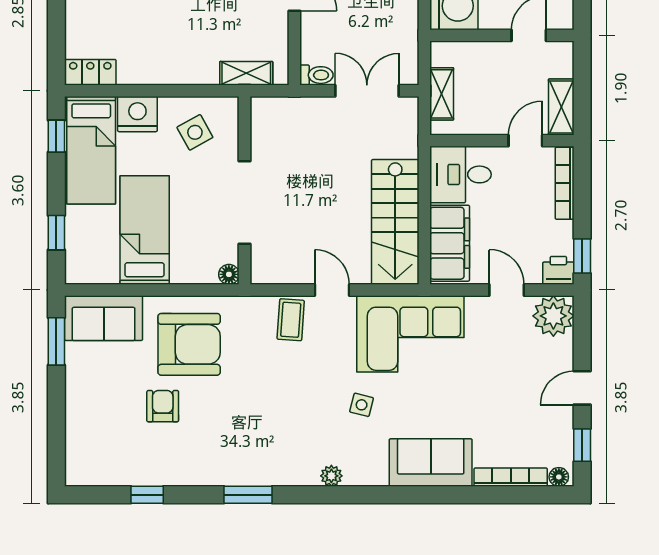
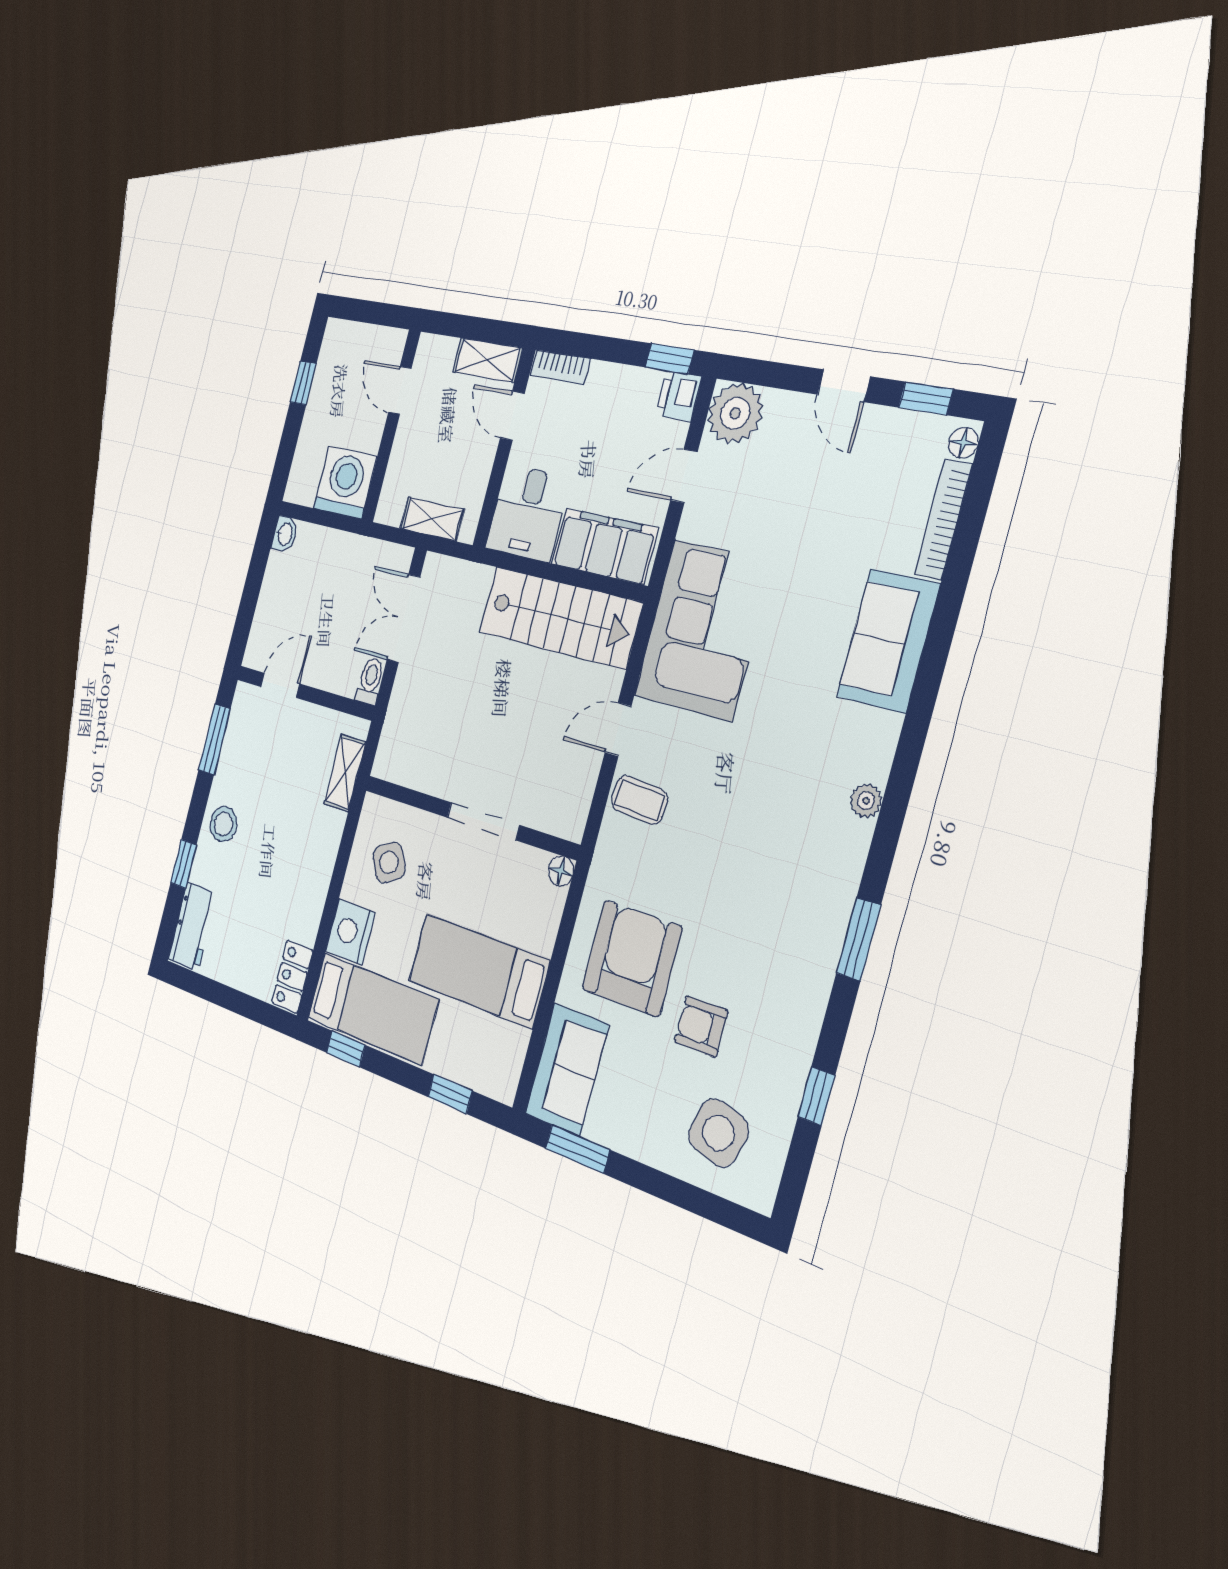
bookcase: (565, 183) -> (560, 367), width x0.64
doorway: (244, 203) -> (483, 821), width x0.73
side table: (362, 405) -> (718, 1133), moved, width x1.87, depth x1.87

